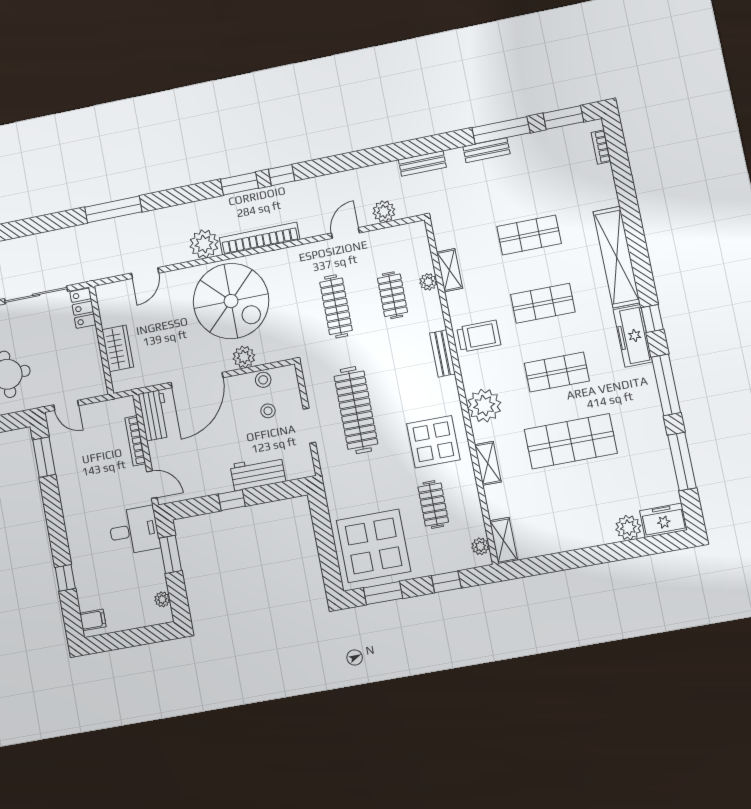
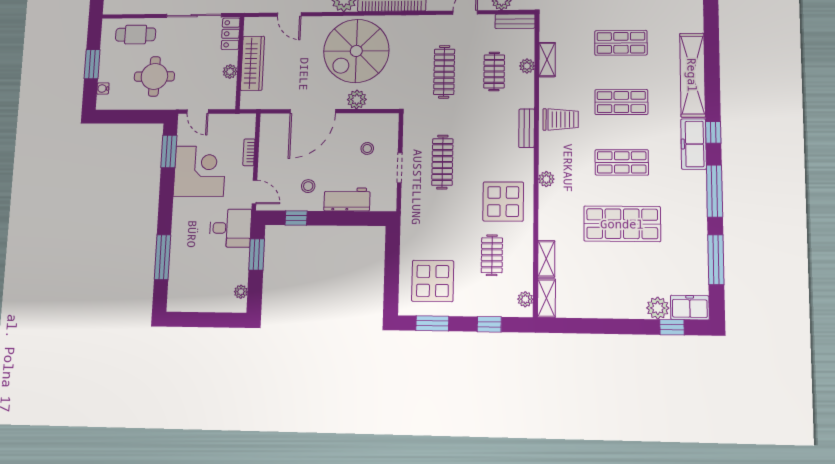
bench: (404, 233) -> (515, 21), added
door: (145, 273) -> (289, 14), hinge flipped
spiral stairs: (231, 301) -> (356, 51), turned 90
wardrobe: (118, 348) -> (252, 63), width x1.50
plant: (92, 352) -> (230, 71), added
stool: (263, 380) -> (308, 186), moved
plant: (484, 406) -> (546, 179), width x0.53, depth x0.53
clothes rail: (356, 410) -> (442, 162), width x0.73, depth x0.76
workbench: (154, 415) -> (270, 134), removed
bookcase: (135, 441) -> (249, 152), width x0.64
shelving: (488, 463) -> (546, 259), moved
corner desk: (84, 473) -> (200, 171), added
window: (232, 500) -> (296, 218), moved
display table: (373, 546) -> (433, 281), width x0.73, depth x0.73
window: (648, 546) -> (672, 327), added
window: (65, 578) -> (162, 257), width x2.17
filing cabinet: (93, 620) -> (177, 298), removed

